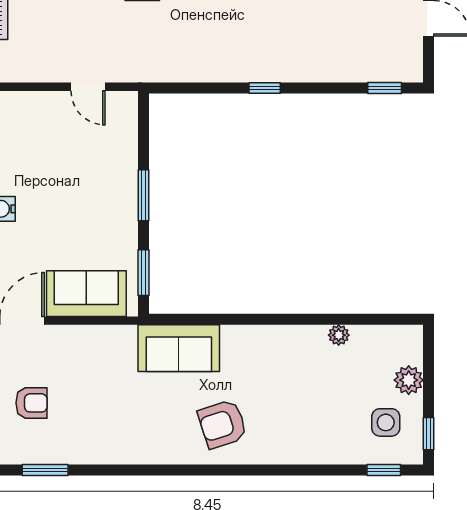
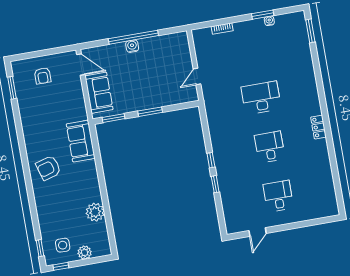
window: (385, 88) -> (215, 184), moved
plant: (339, 335) -> (95, 212), width x1.88, depth x1.88
armchair: (222, 424) -> (48, 168), turned -88

